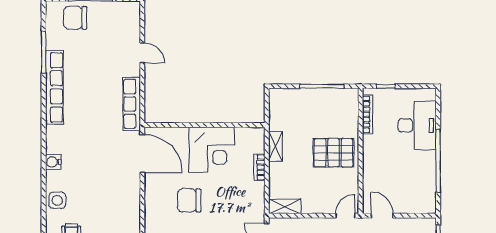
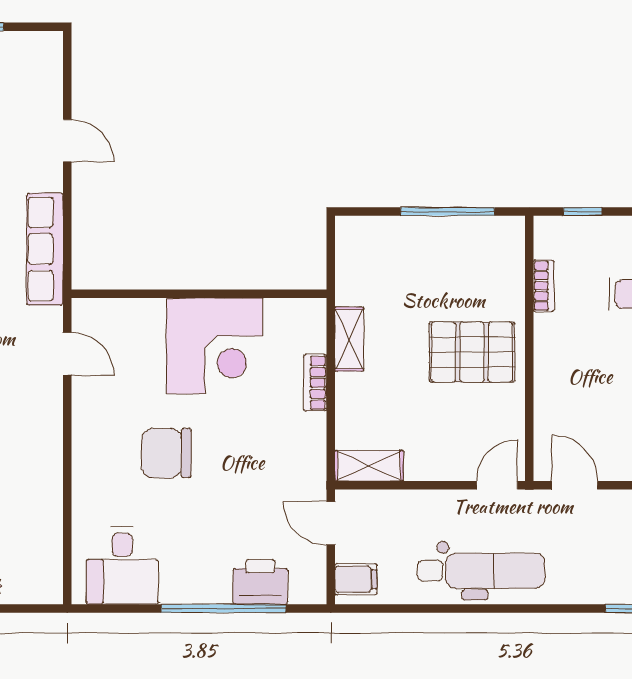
bookcase: (367, 114) -> (544, 286), width x0.64
door: (142, 154) -> (67, 354), width x0.53

